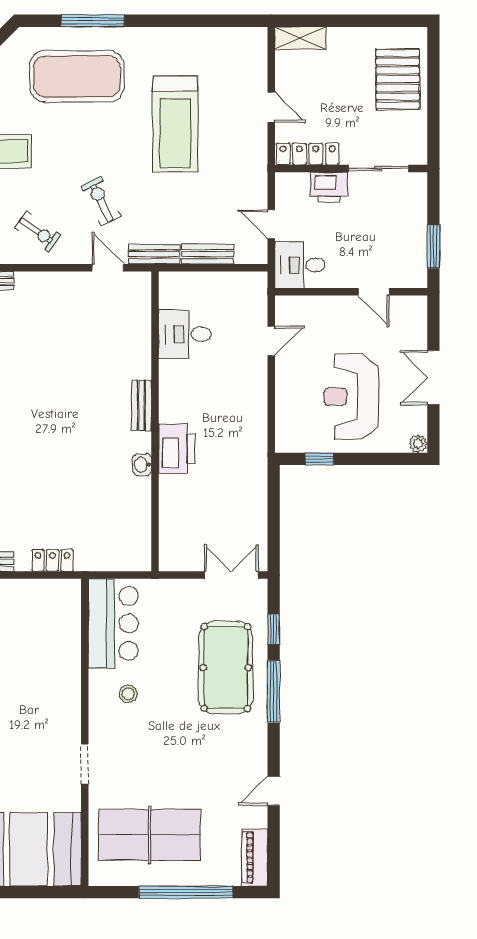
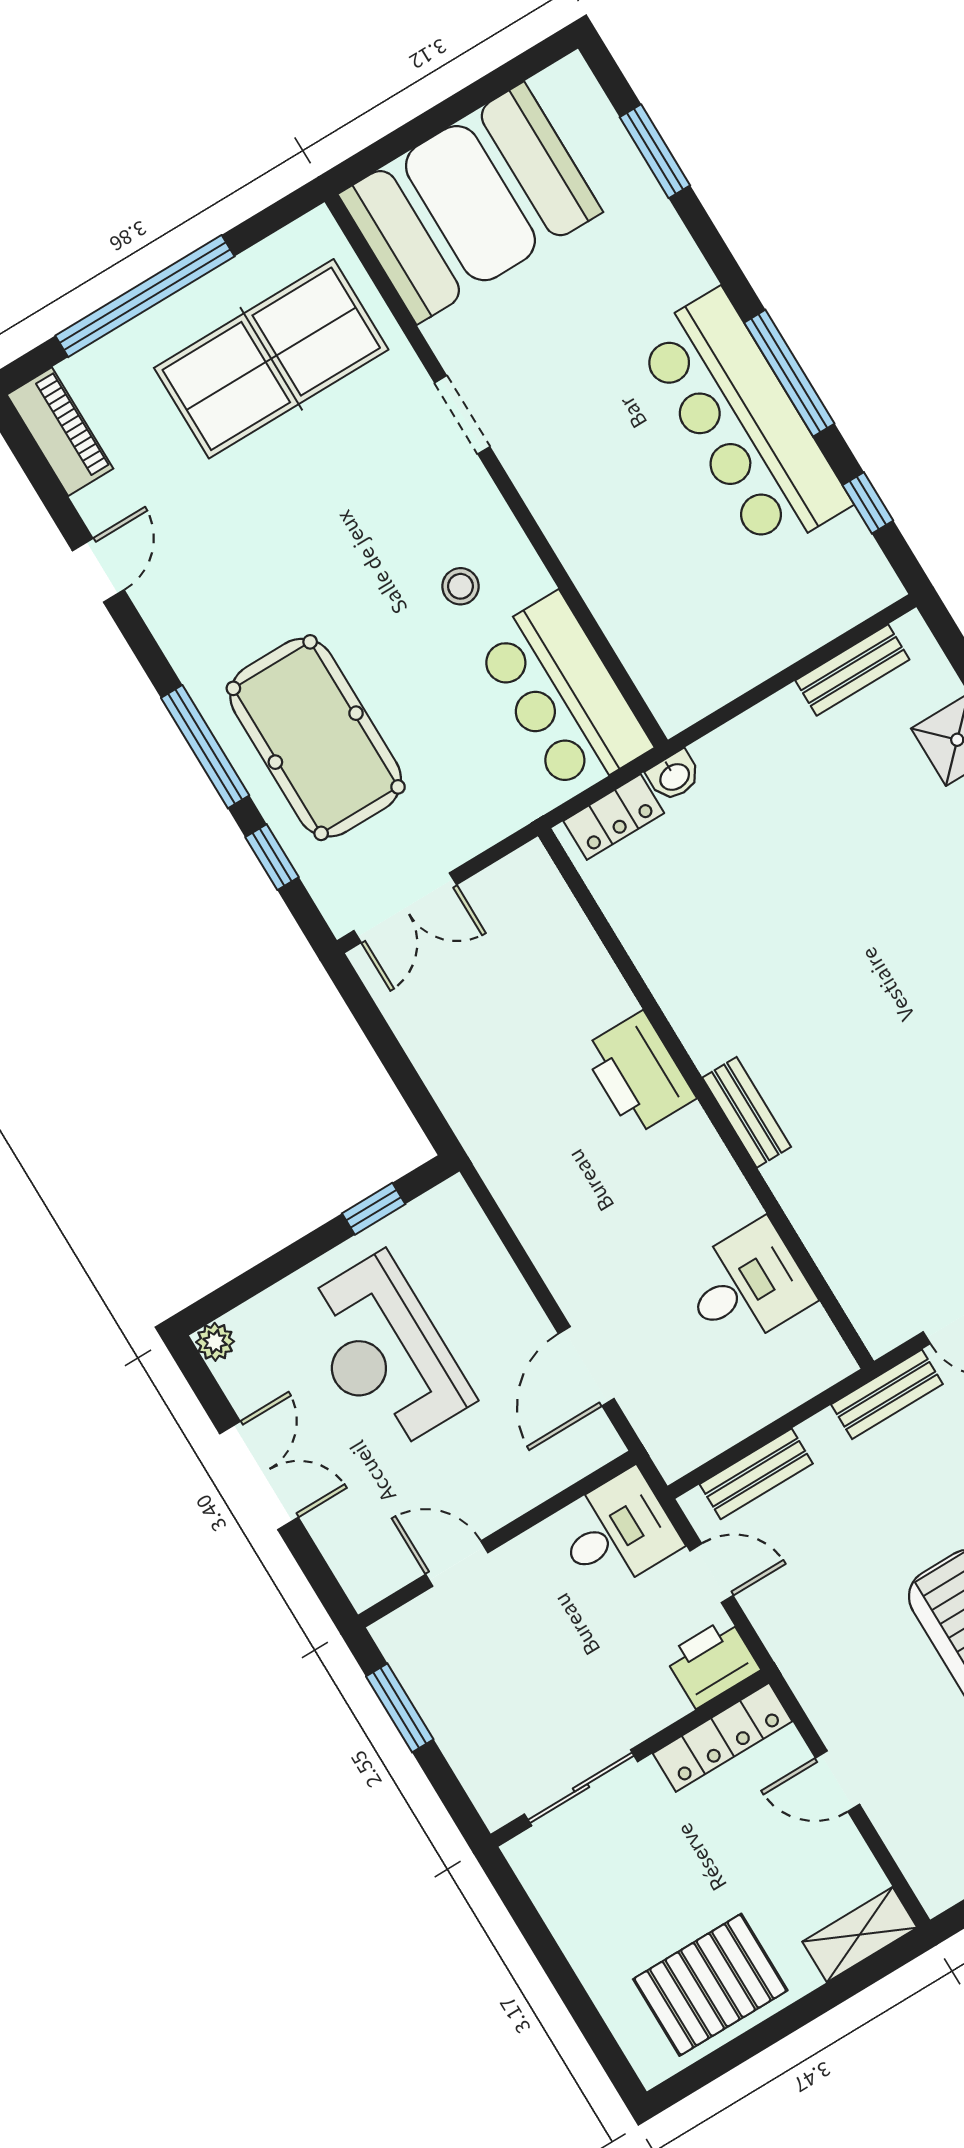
pallet: (398, 79) -> (710, 1985), moved, turned 90
printer: (329, 187) -> (712, 1663), moved
bench: (208, 254) -> (756, 1474), moved
door: (271, 341) -> (586, 1366), width x1.38
reception desk: (351, 397) -> (384, 1353), turned 180
washbasin: (142, 465) -> (674, 776), moved, turned 90
locker: (52, 560) -> (614, 817), moved

